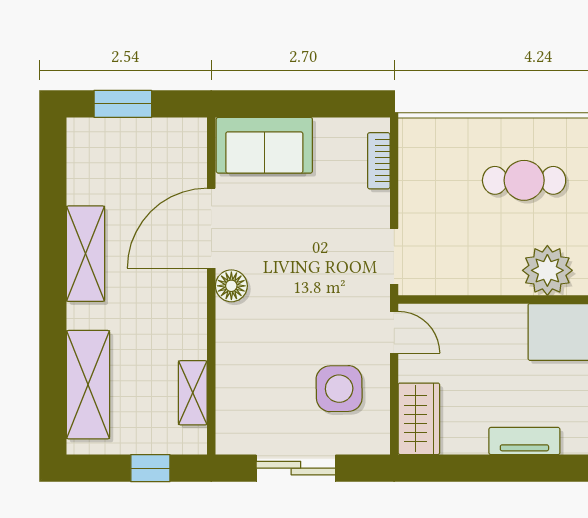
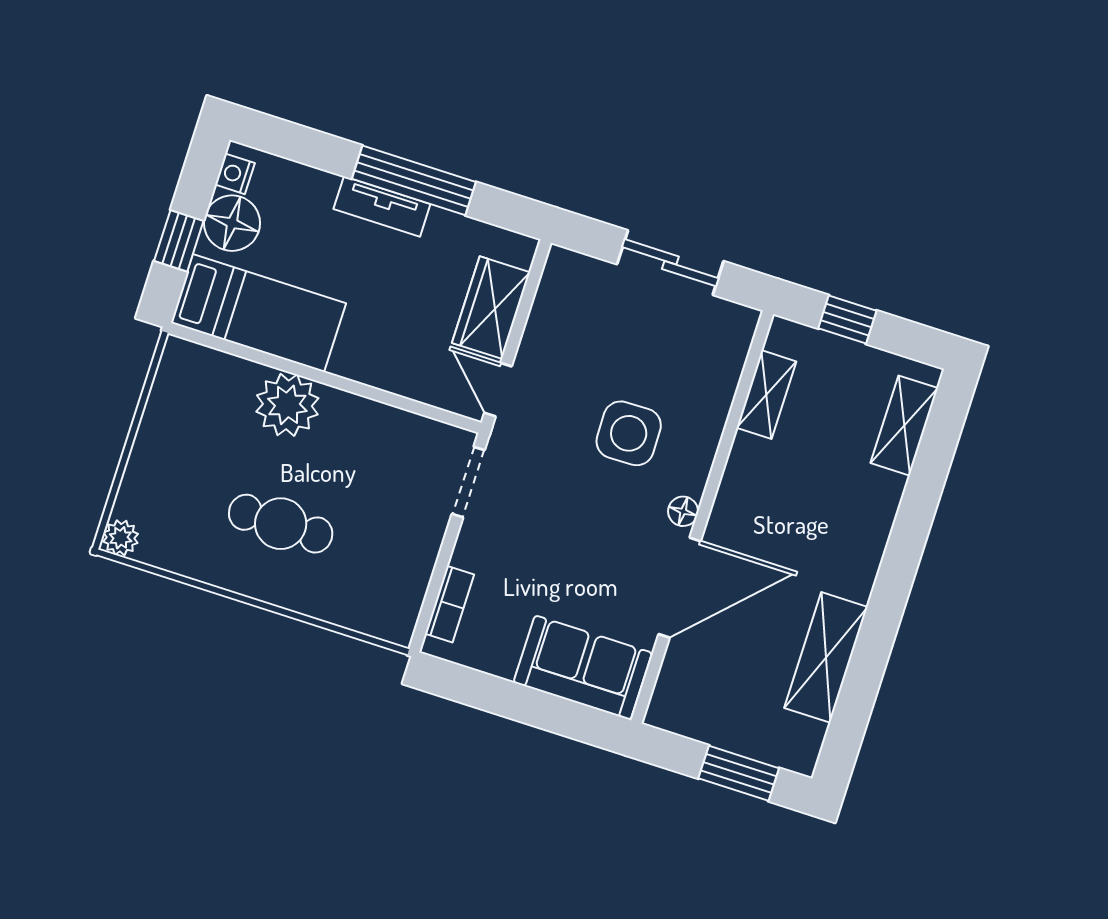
shelving: (85, 254) -> (826, 657), moved
floor lamp: (231, 286) -> (683, 511), width x0.73, depth x0.73
shelving: (88, 385) -> (904, 426), width x0.67, depth x0.75
side table: (339, 389) -> (629, 433), moved
wardrobe: (419, 419) -> (491, 308), moved
window: (507, 468) -> (414, 180), added

